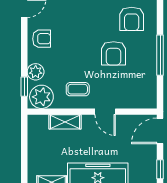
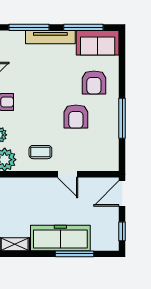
shelving: (65, 122) -> (28, 184), removed

